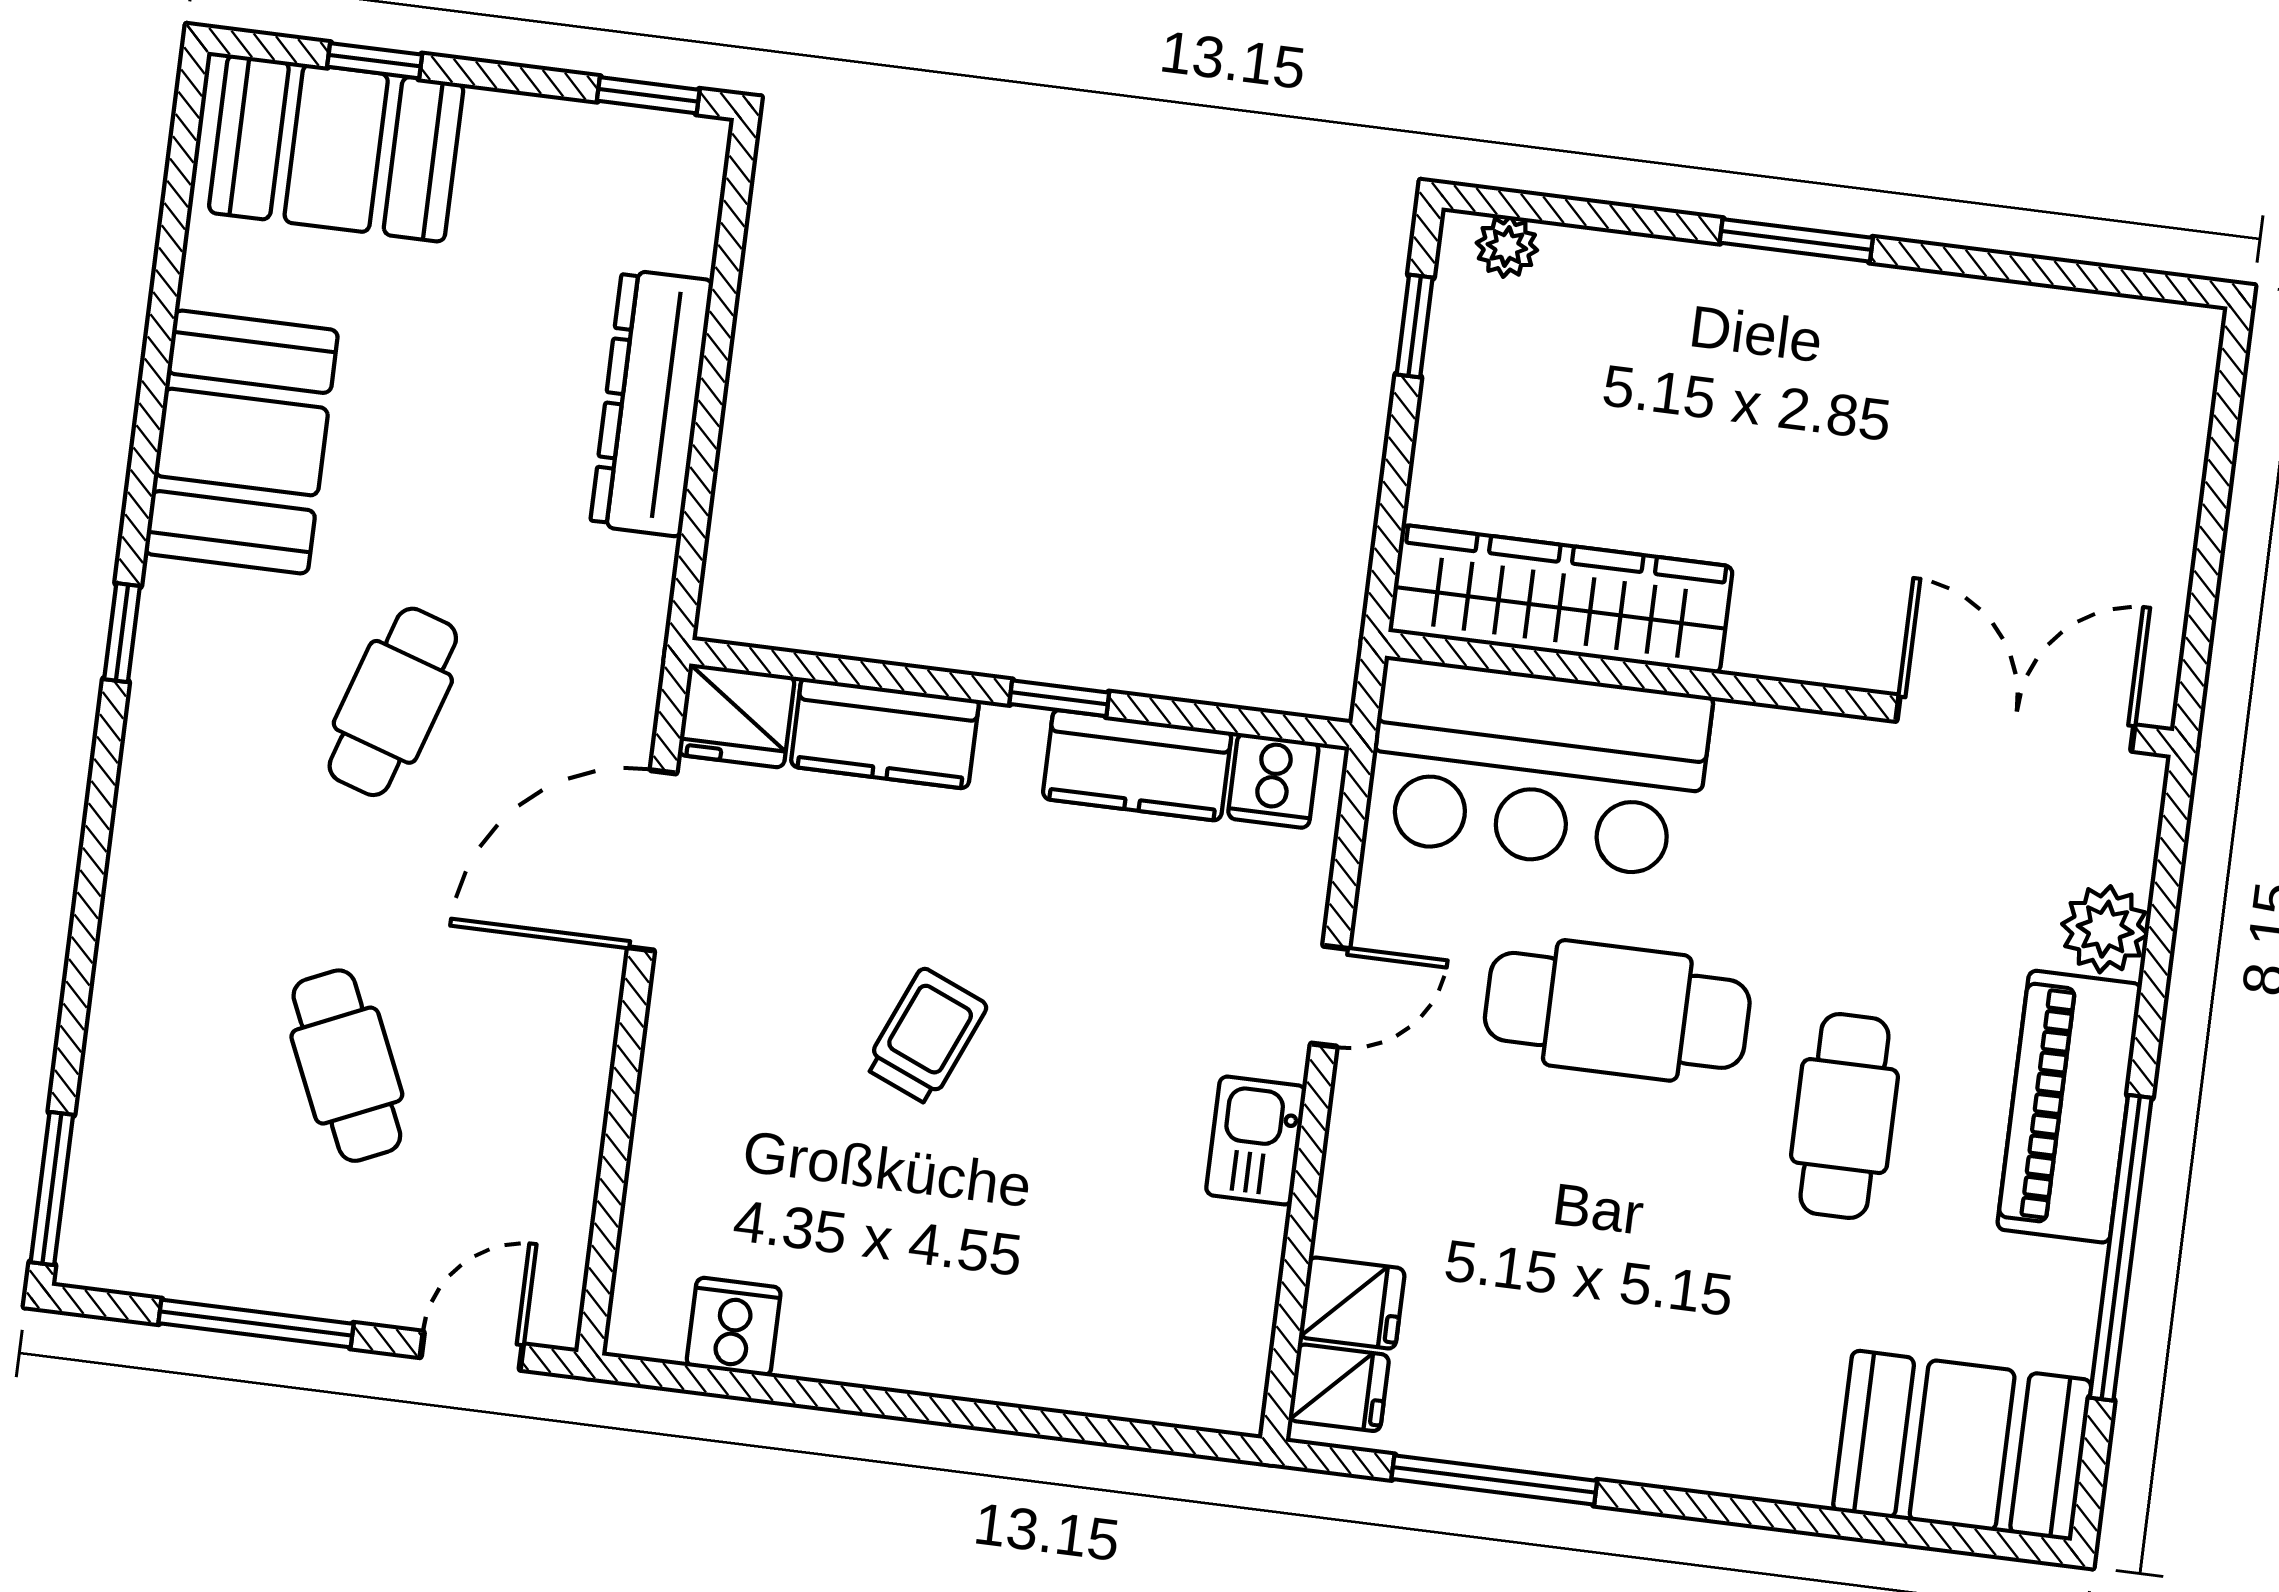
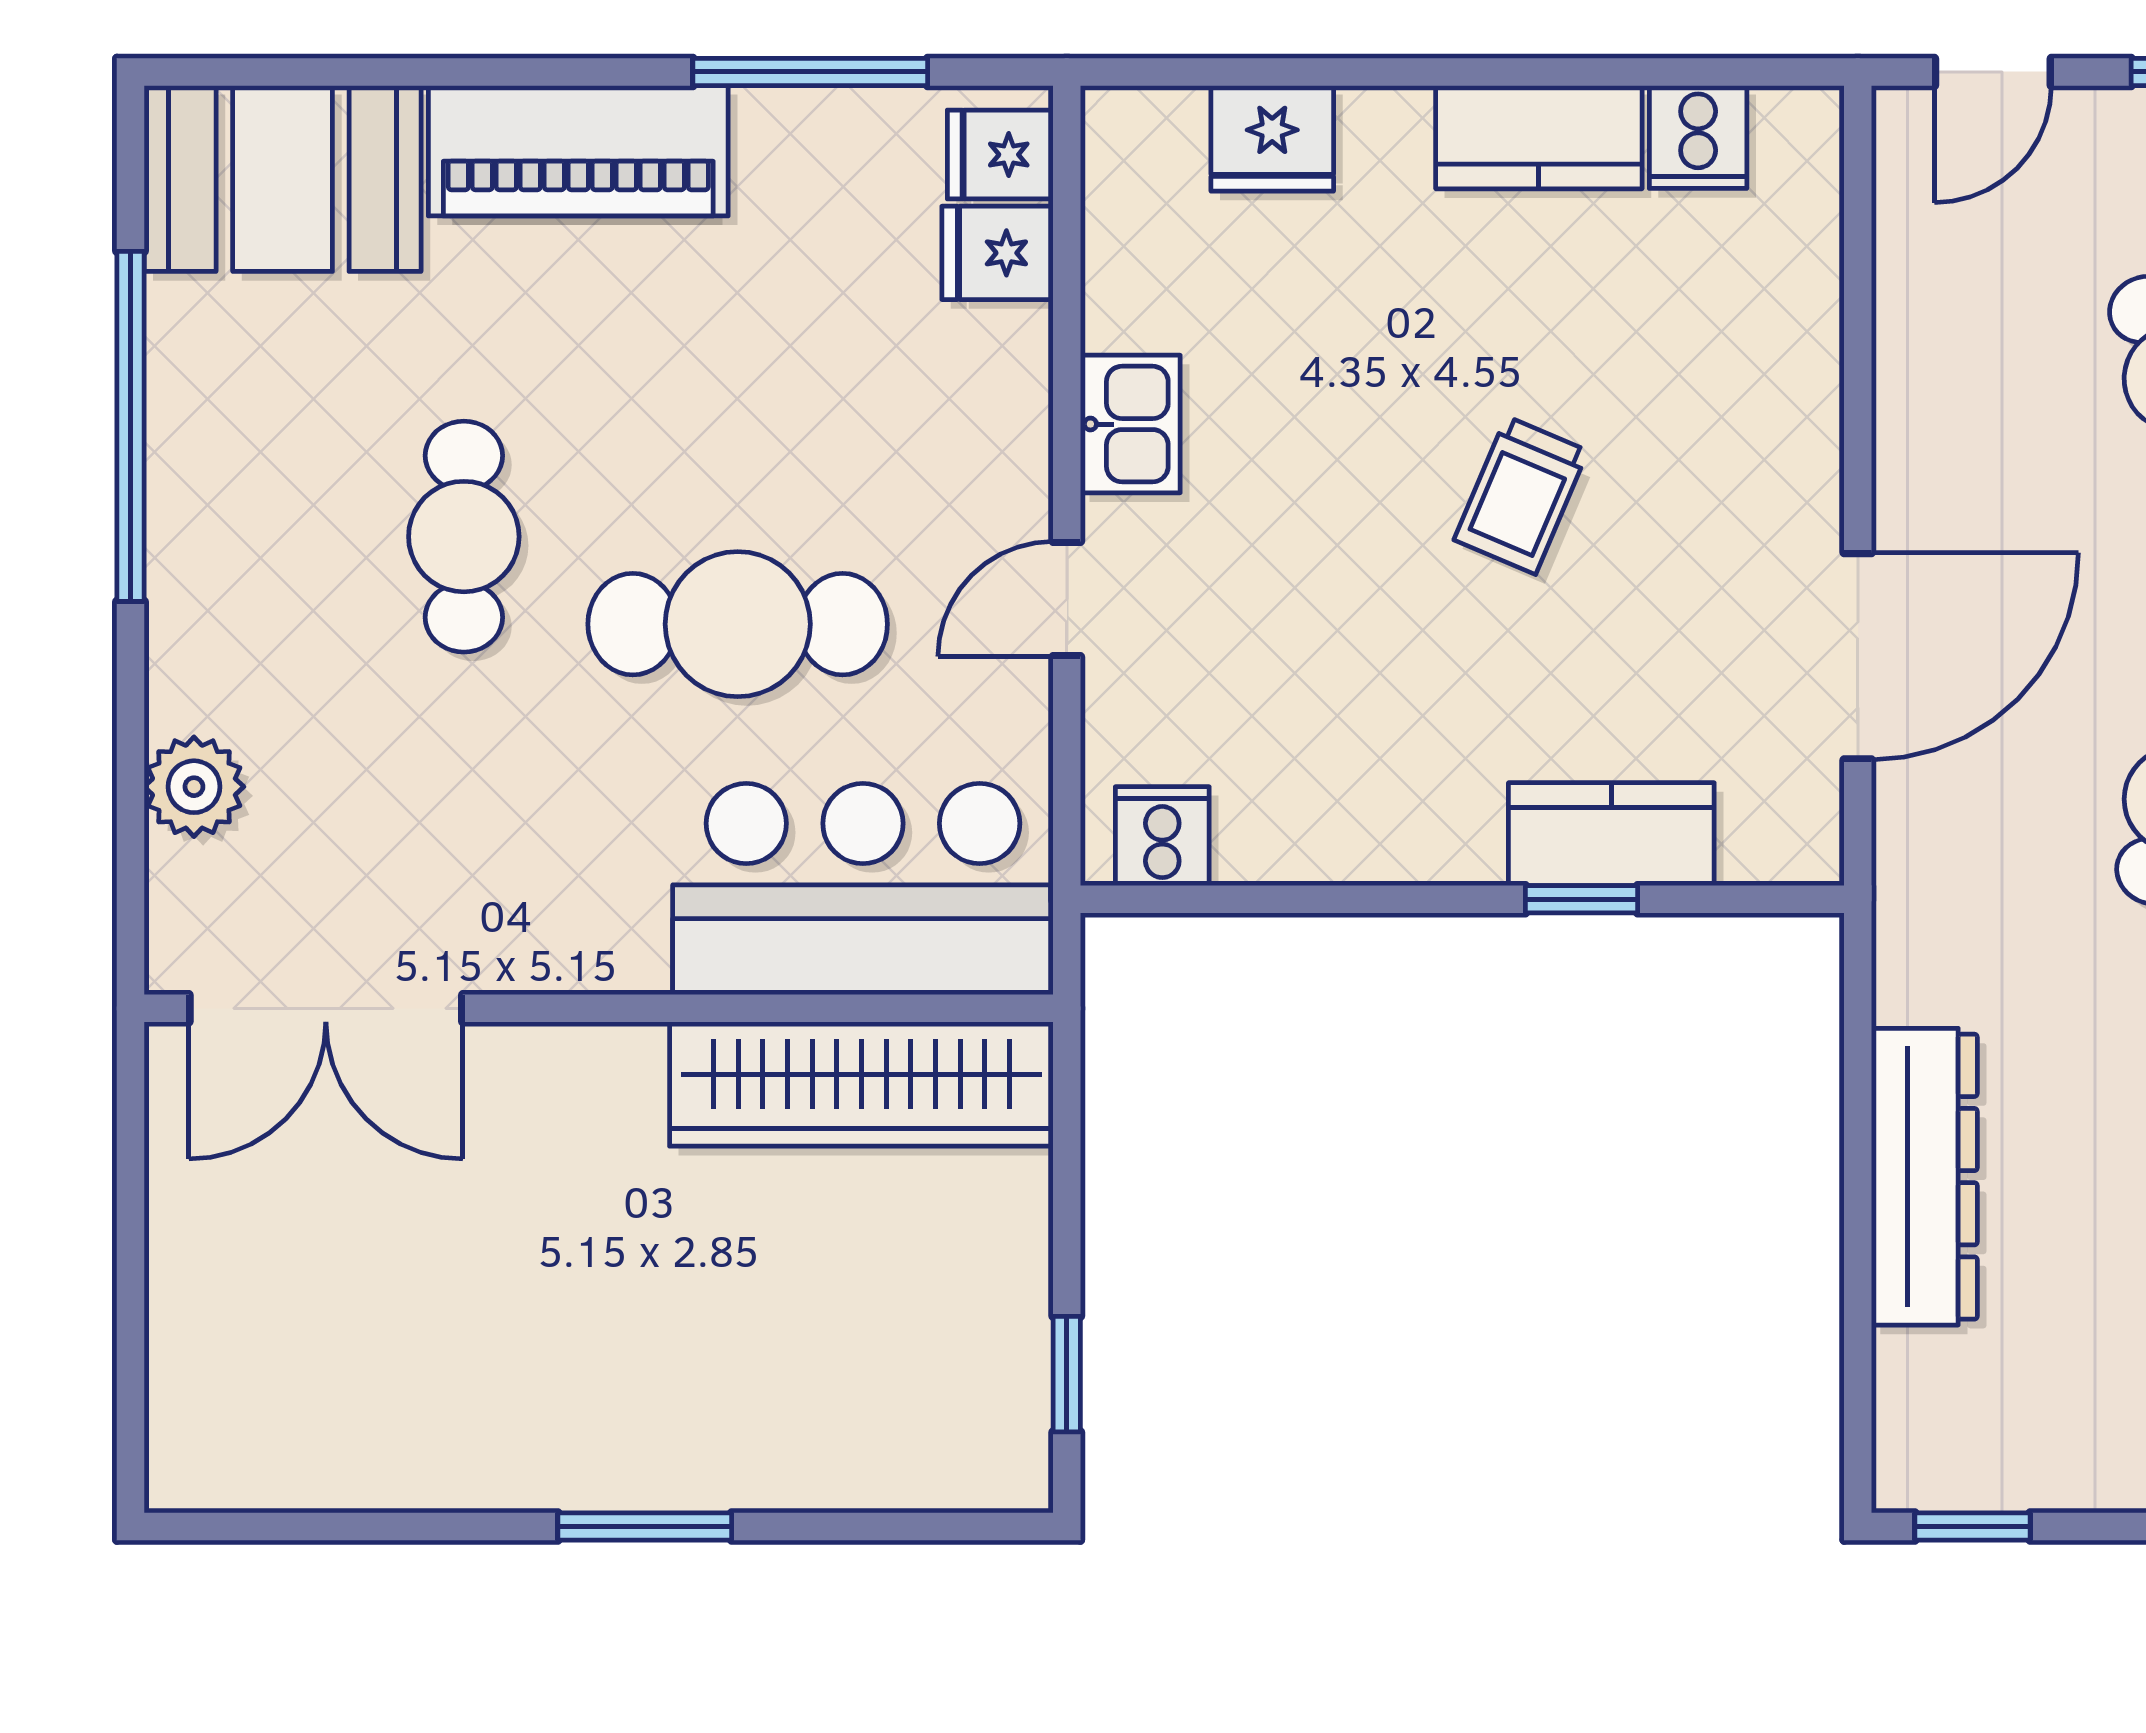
plant: (1507, 247) -> (973, 1478), removed
window: (1059, 698) -> (1581, 899), moved
fridge: (736, 716) -> (1272, 138), moved, turned 180
kitchen counter: (1137, 765) -> (1539, 137), moved, turned 180
piano: (2069, 1107) -> (578, 151), moved, turned 90

